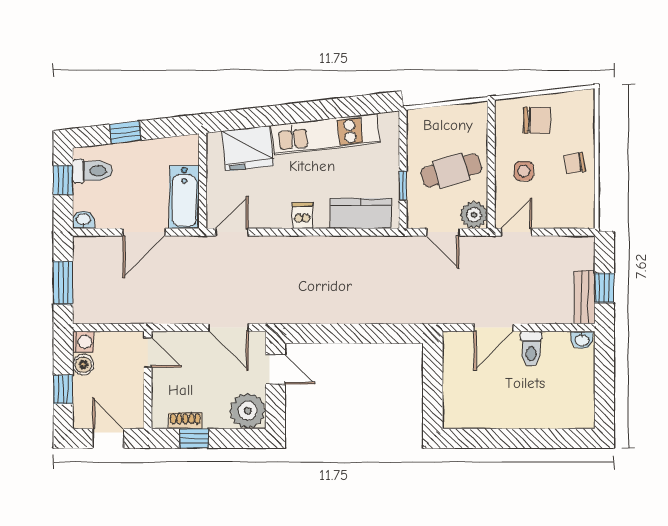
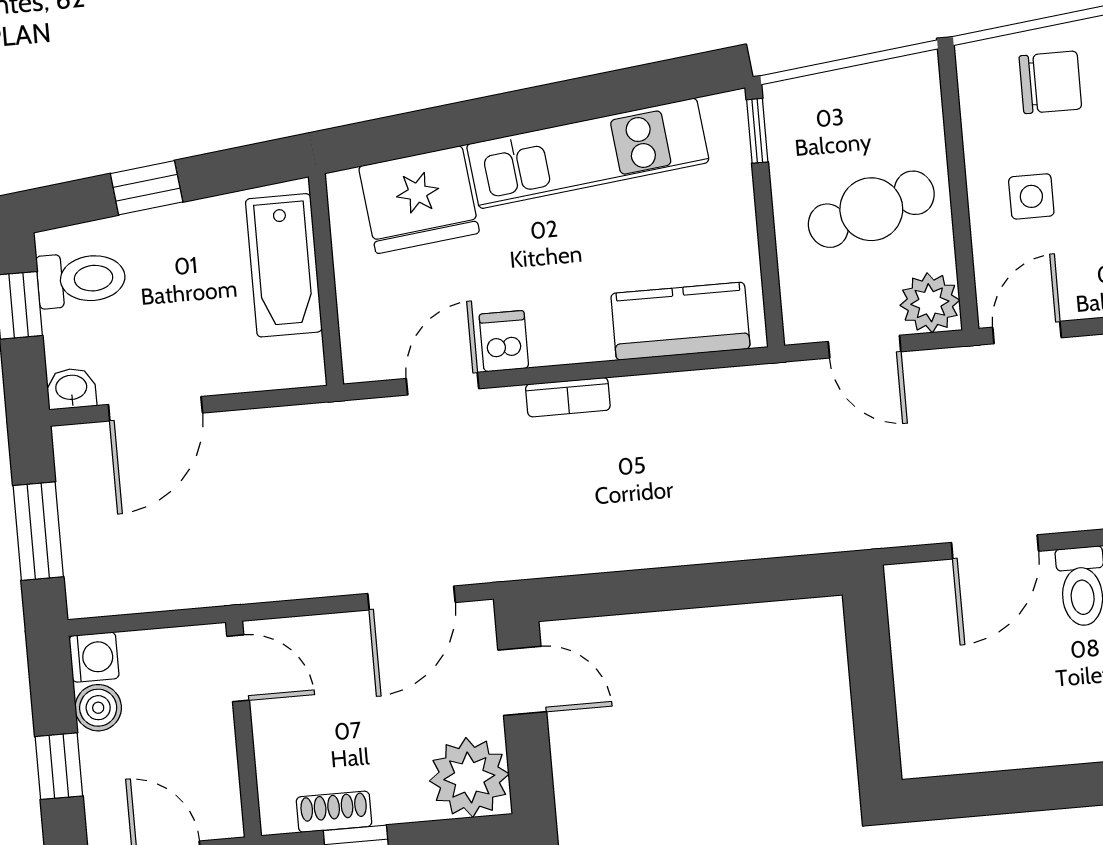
window: (403, 185) -> (757, 131), moved
bathtub: (184, 197) -> (284, 265), moved
dishwasher: (302, 215) -> (504, 341), moved
door: (144, 232) -> (155, 409), moved
door: (232, 232) -> (442, 384), moved
bookcase: (307, 243) -> (568, 397), added
door: (229, 328) -> (411, 598), hinge flipped

